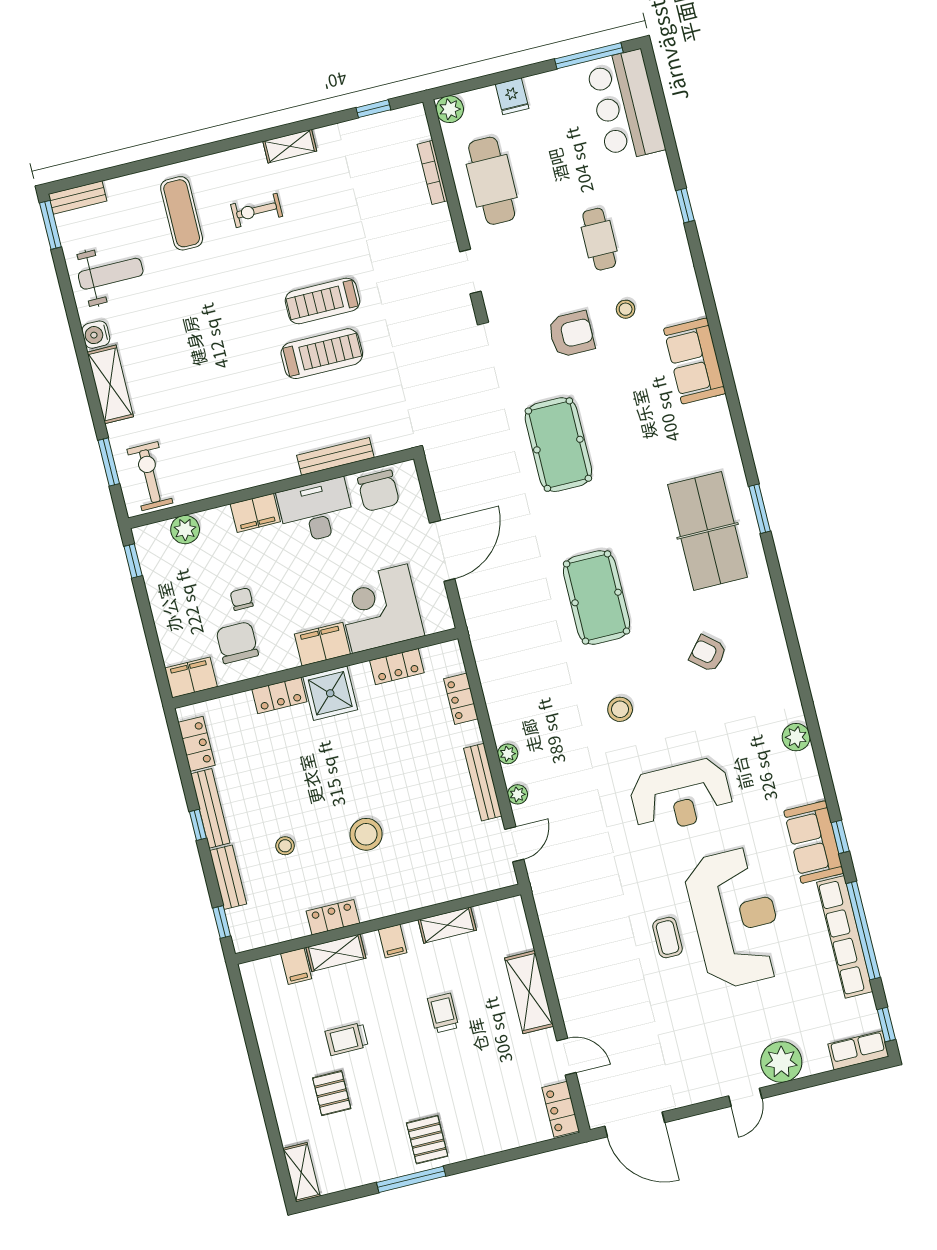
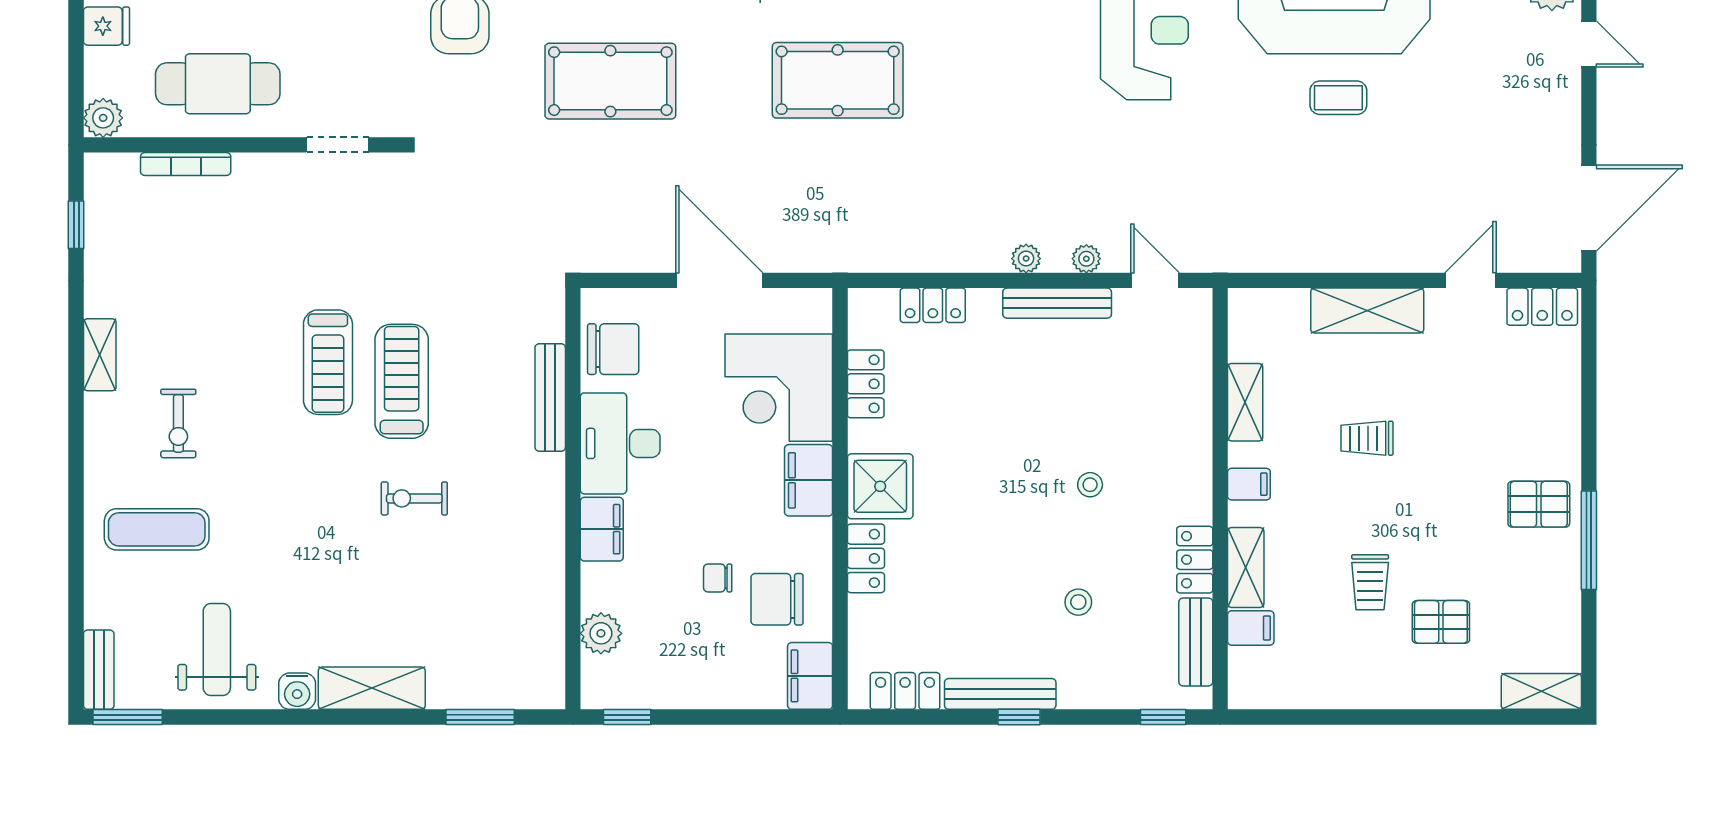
exercise bike: (150, 476) -> (414, 498), moved, width x0.73, depth x0.72
stool: (620, 709) -> (1002, 86), removed
stool: (366, 834) -> (1090, 485), width x0.53, depth x0.53
bench: (228, 877) -> (1196, 642), moved, turned 90

